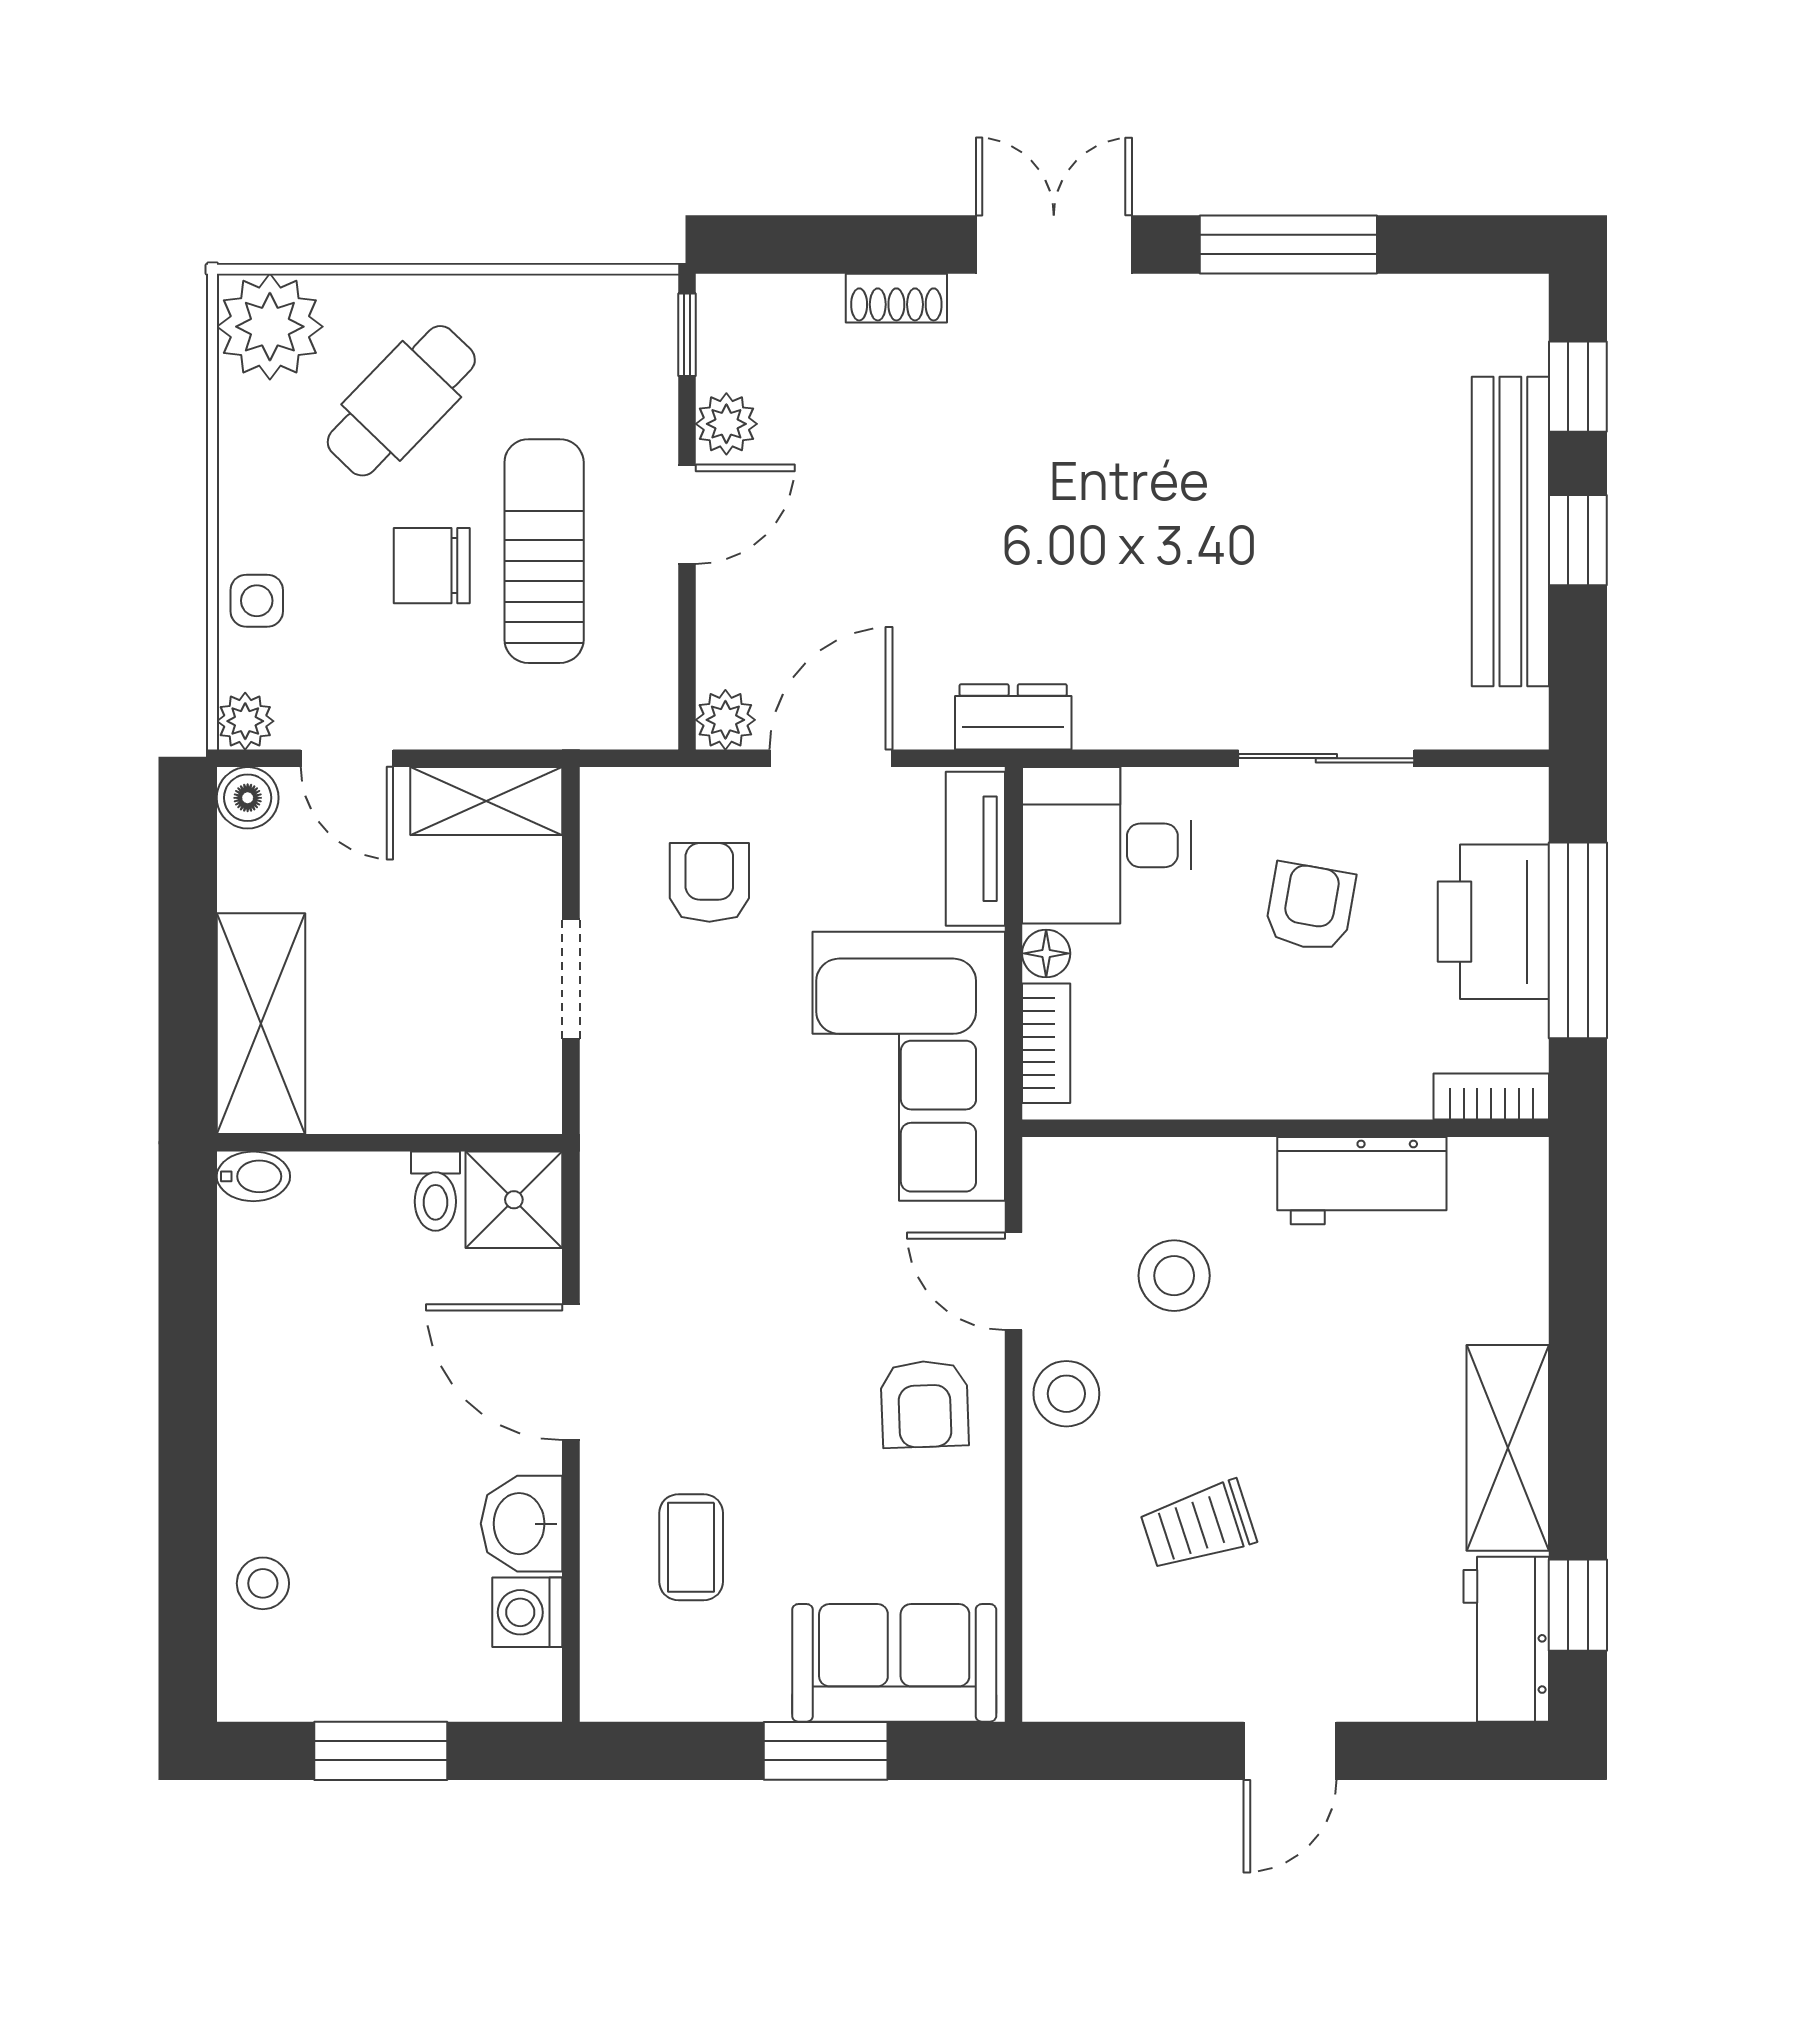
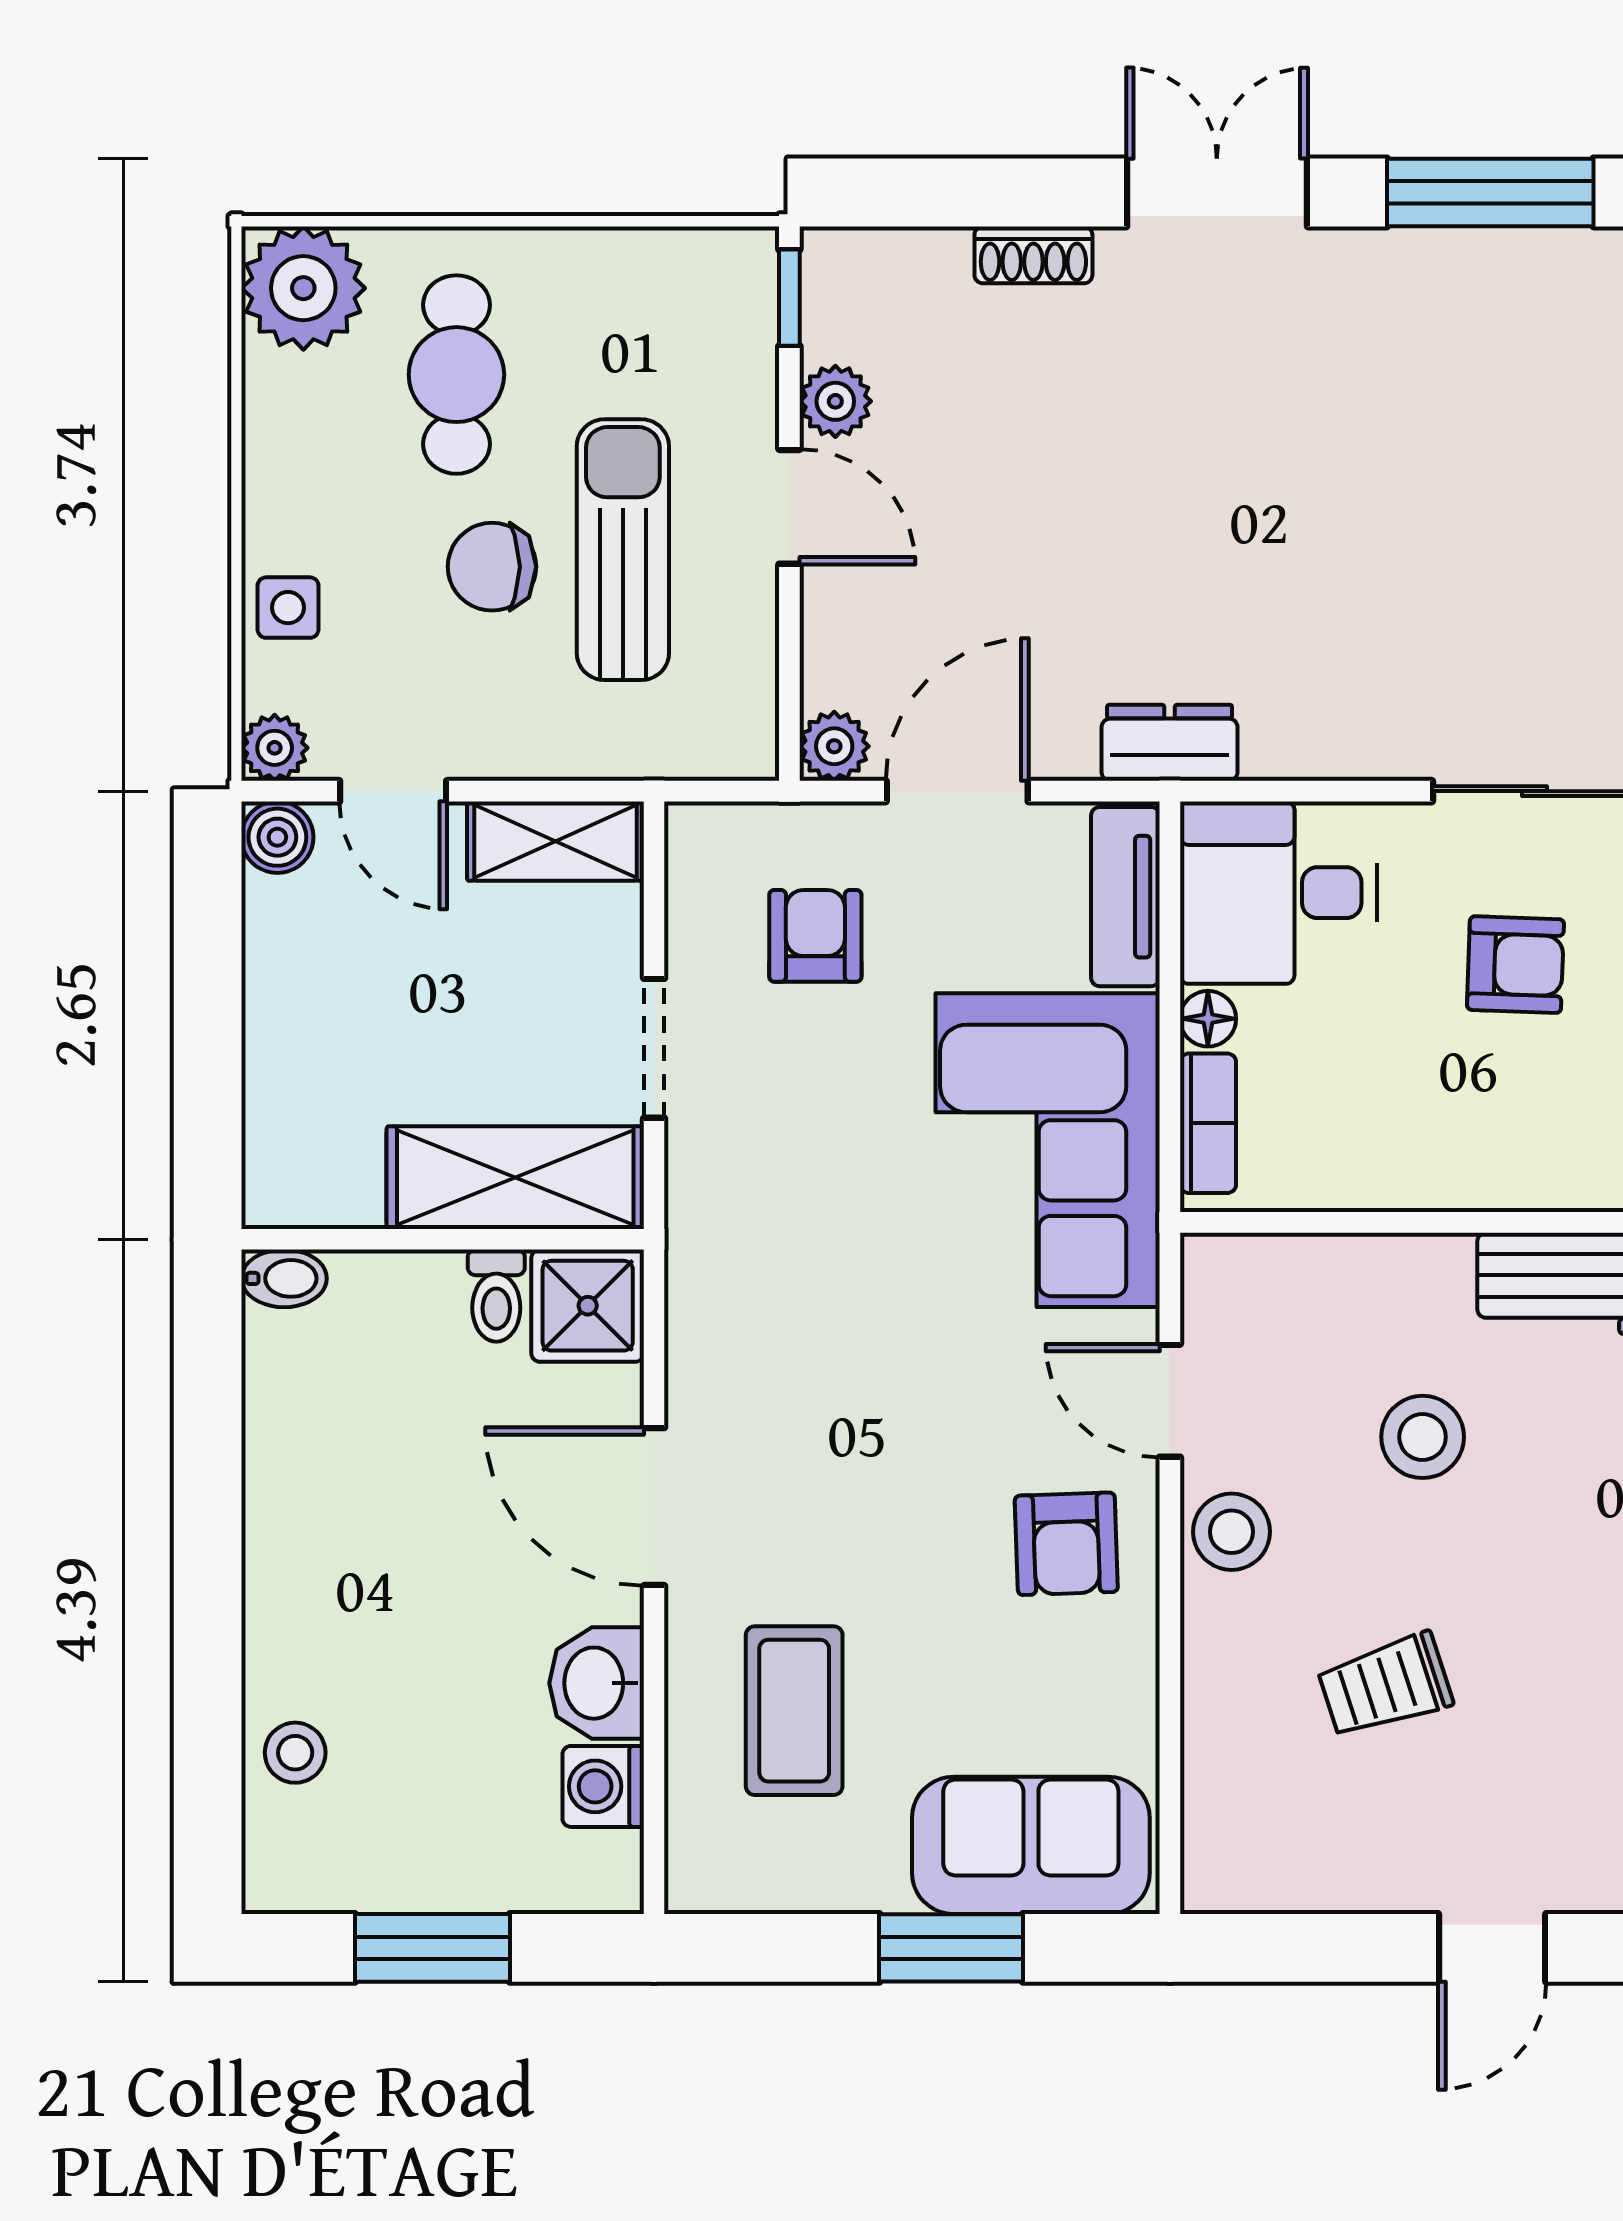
cafe table: (401, 401) -> (456, 375), turned -44
door: (687, 514) -> (789, 507), hinge flipped
armchair: (1310, 907) -> (1515, 965), turned 82
shelving: (261, 1024) -> (515, 1178), moved, turned 90
stool: (1174, 1276) -> (1423, 1437), moved
coffee table: (691, 1547) -> (794, 1711), width x1.36, depth x1.30

